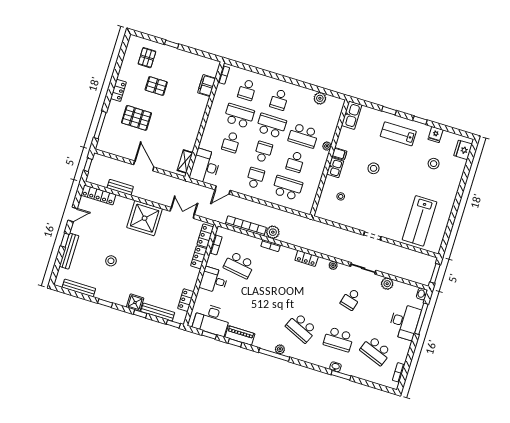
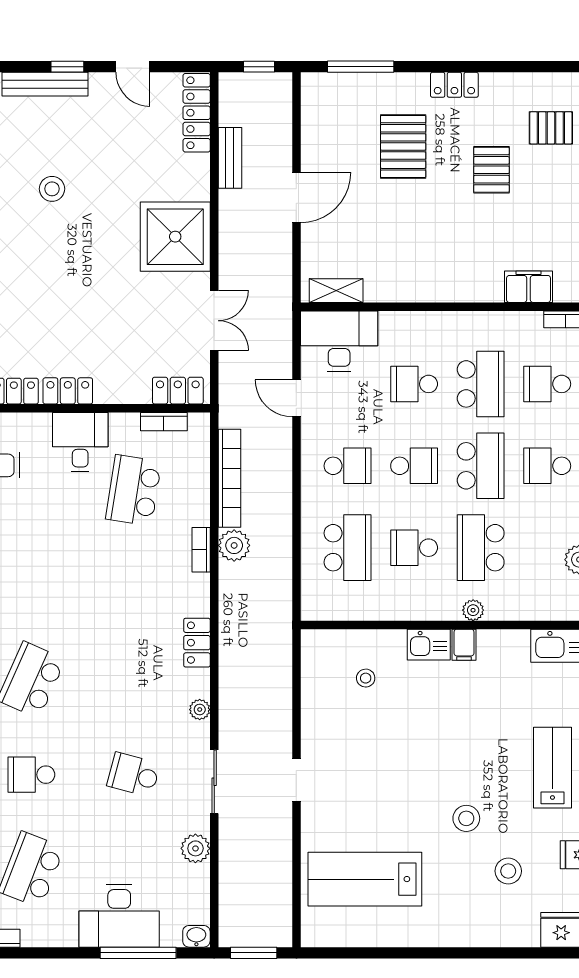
stool: (374, 168) -> (466, 818), moved
locker: (199, 257) -> (68, 391), moved
school desk: (338, 339) -> (31, 775), width x0.54

